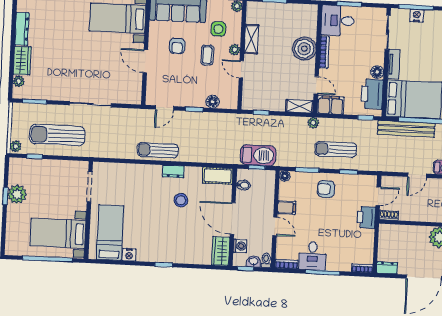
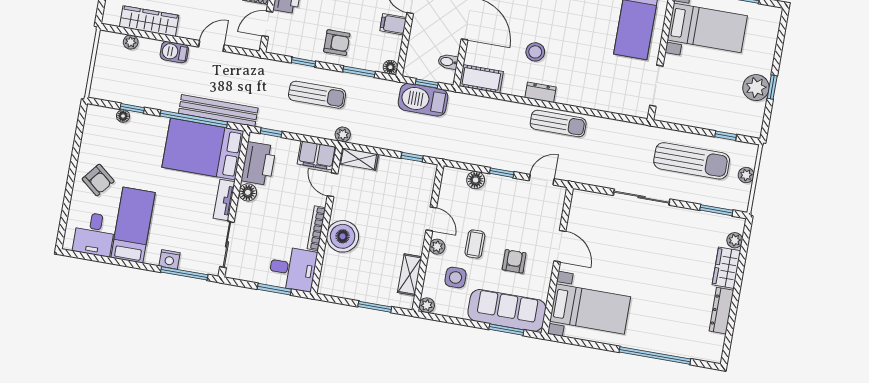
nightstand: (417, 16) -> (170, 259), moved
shelving: (251, 39) -> (410, 275), moved
plant: (15, 146) -> (746, 175), moved

